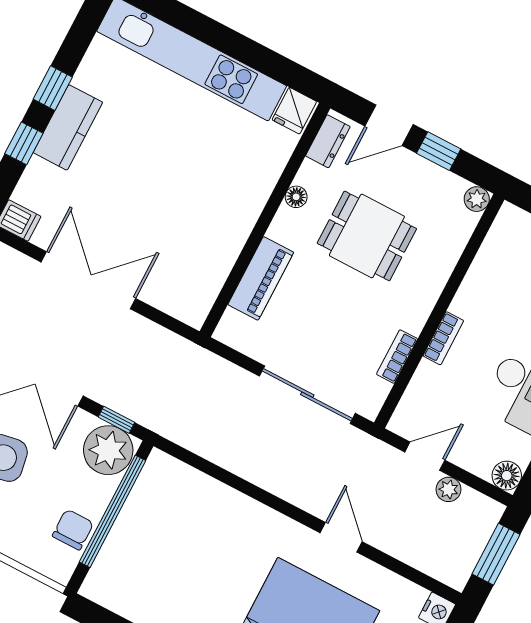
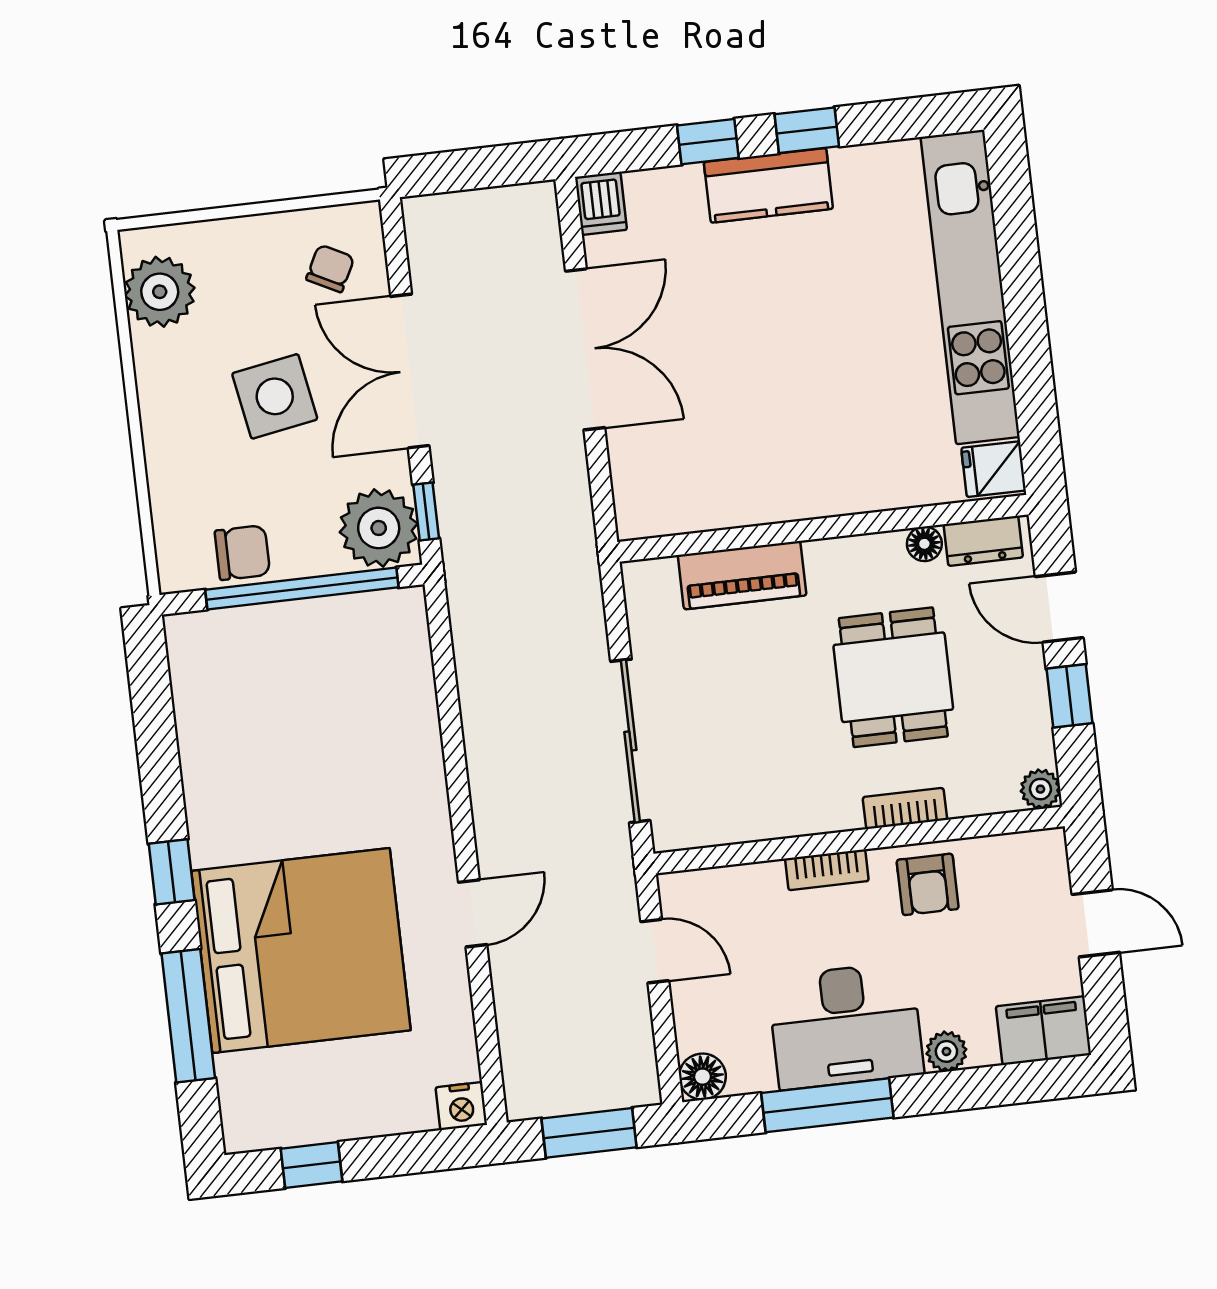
floor lamp: (296, 197) -> (924, 544), moved
armchair: (486, 291) -> (928, 884), added
bookcase: (397, 357) -> (905, 808), moved
plant: (449, 489) -> (632, 1012), removed

